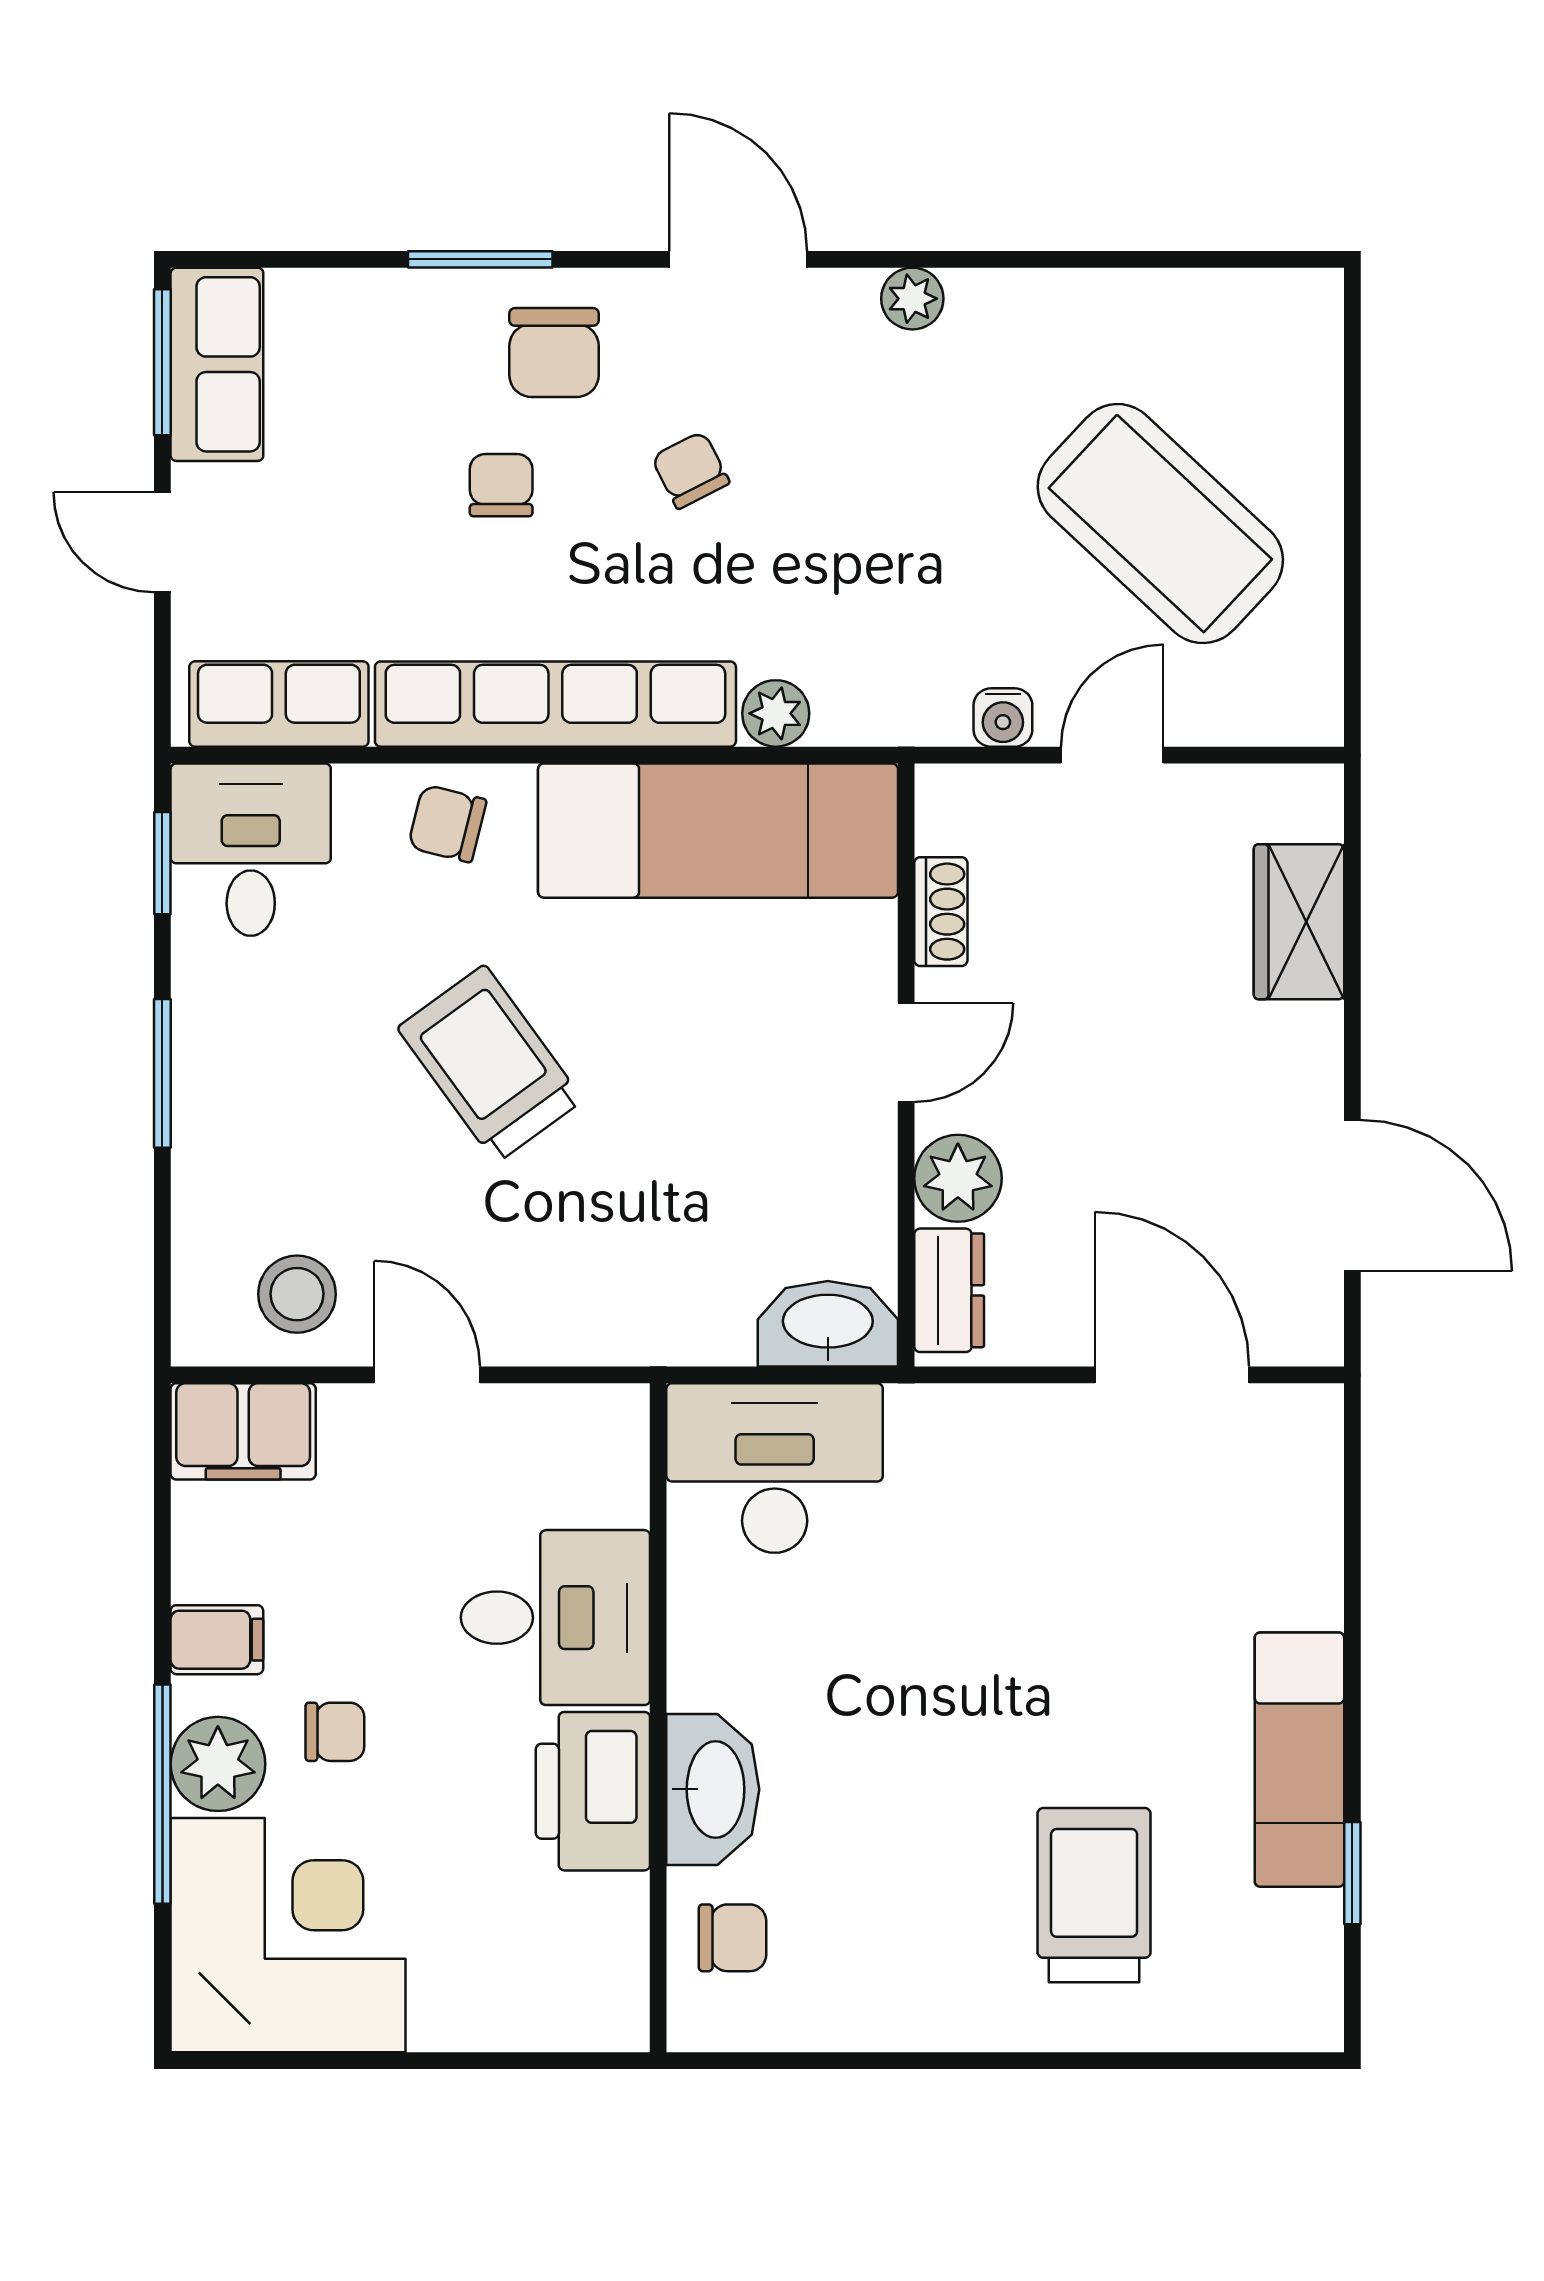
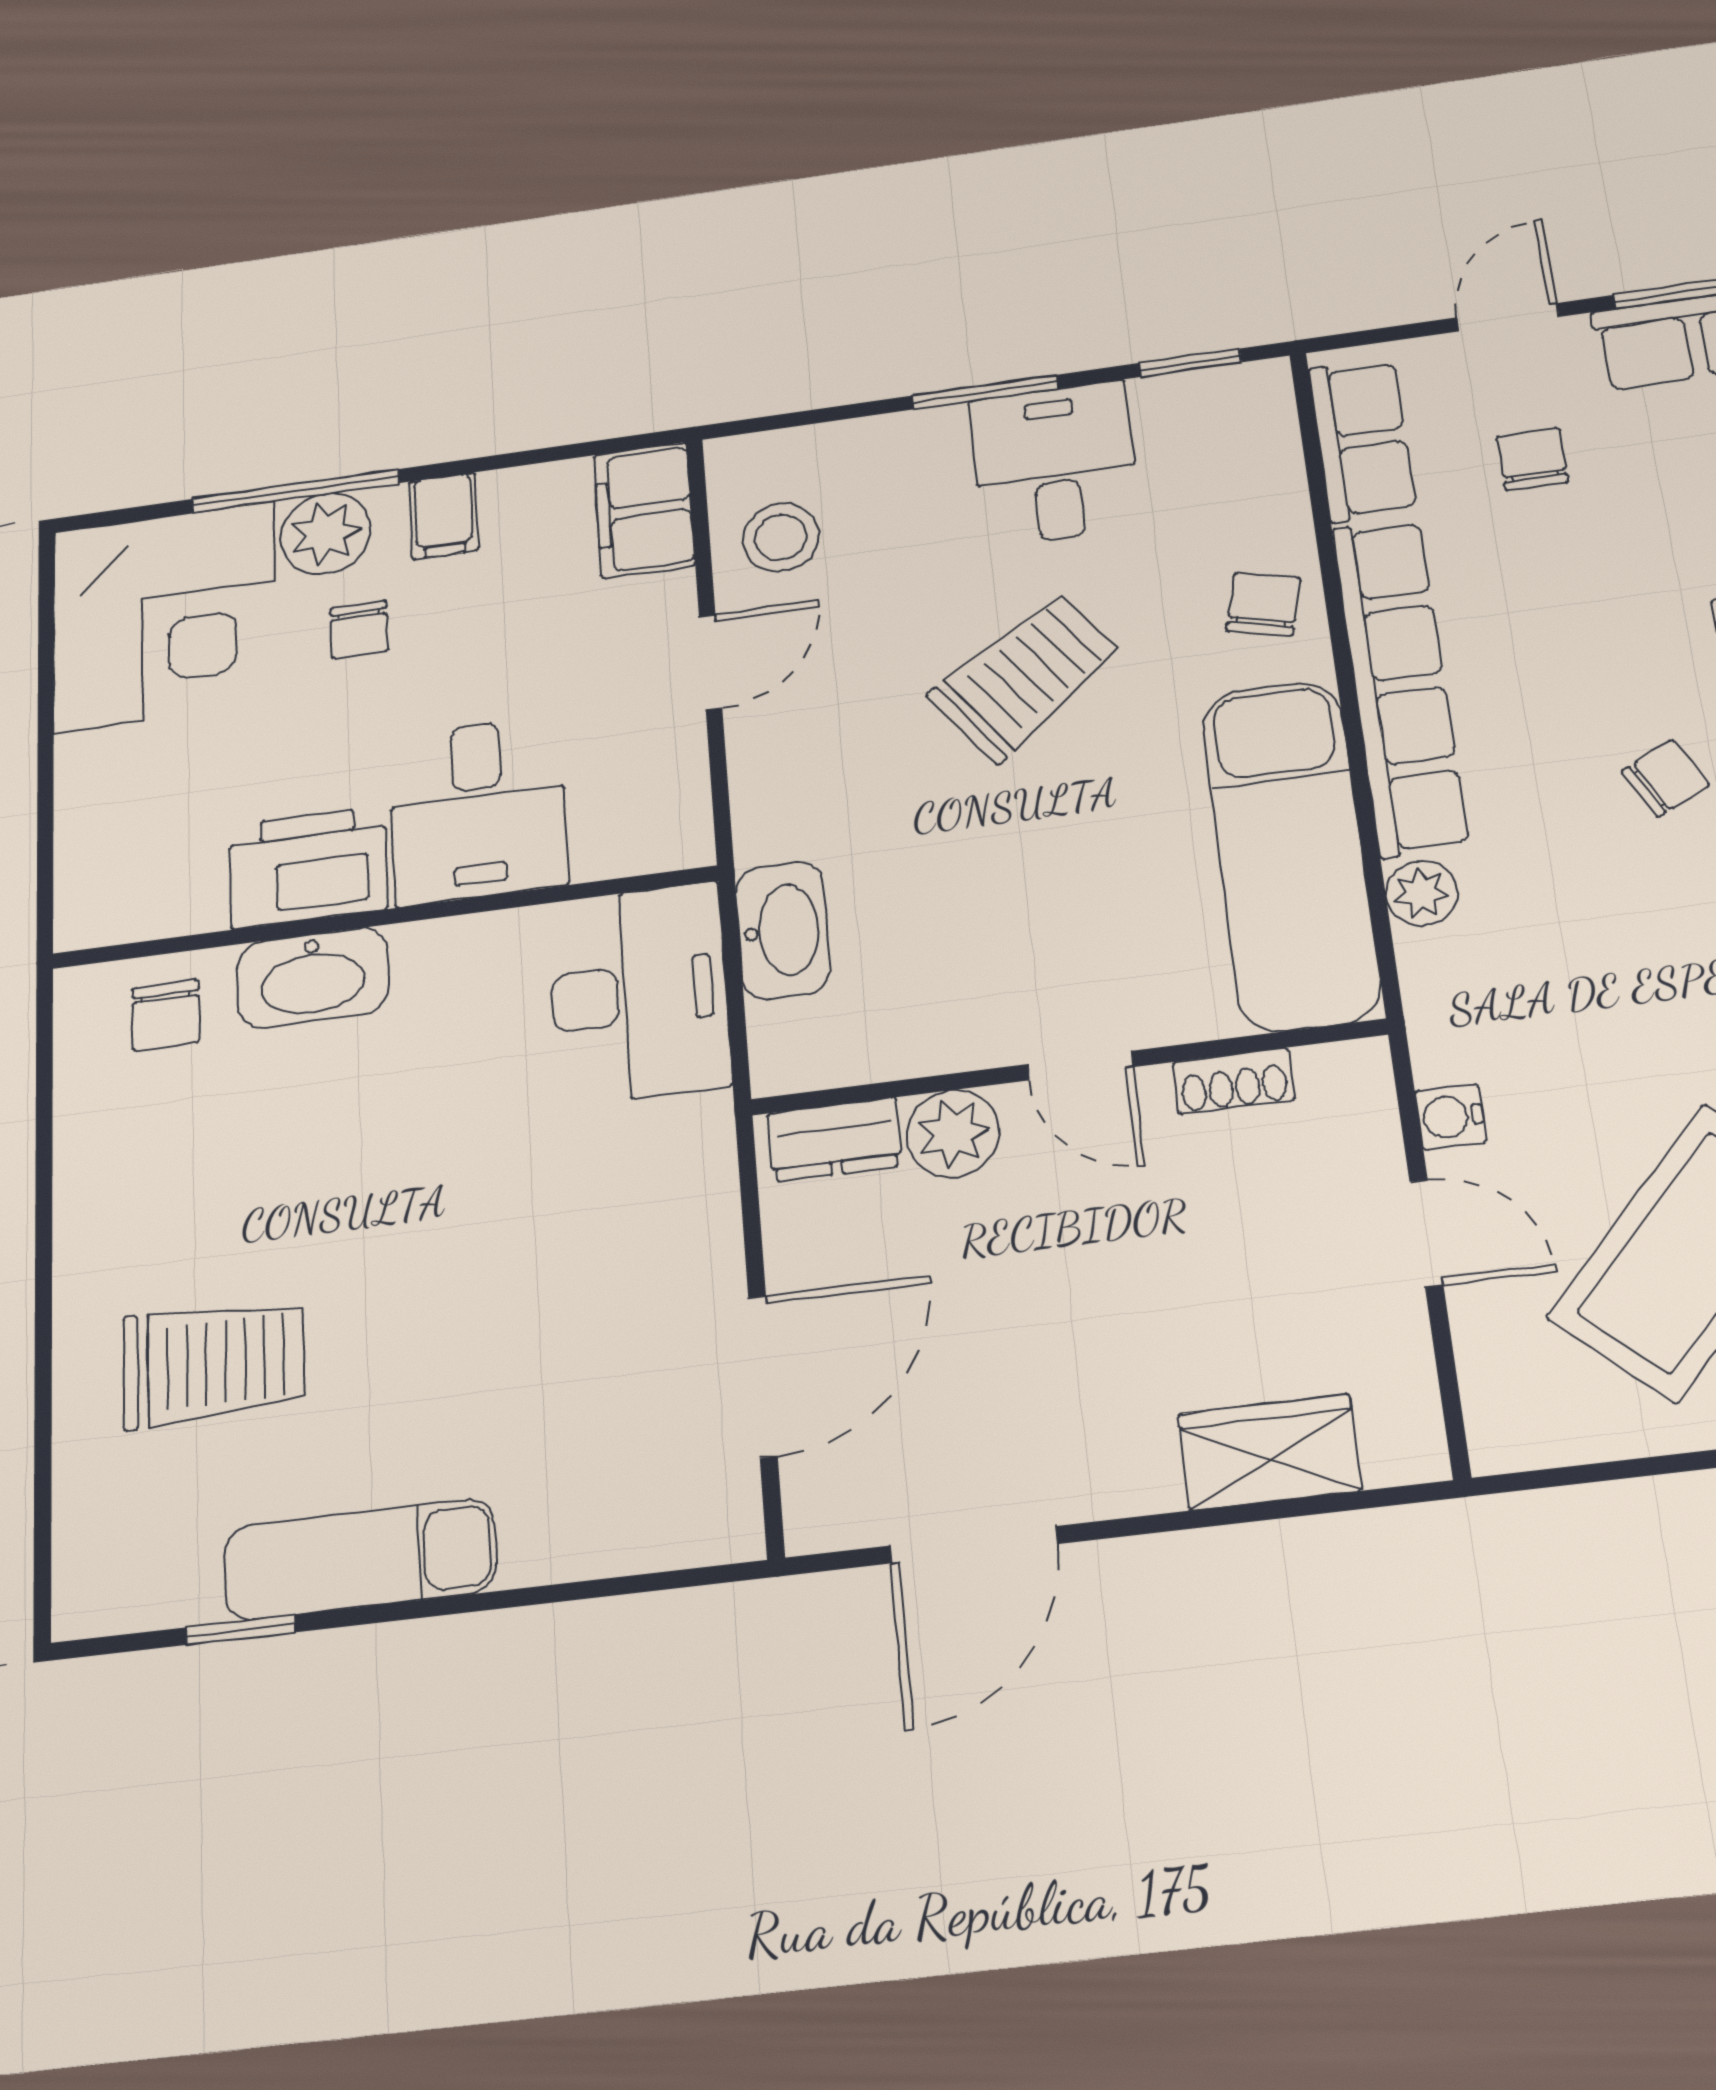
chair: (501, 485) -> (1532, 459), moved, turned -90
desk: (251, 850) -> (1055, 464), moved, turned -90
washbasin: (828, 1324) -> (783, 930), moved

